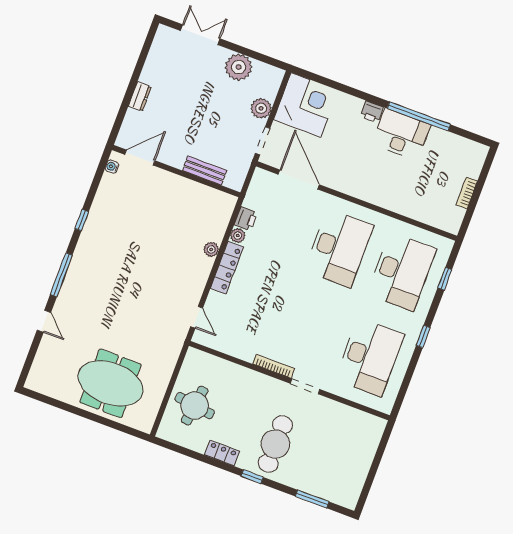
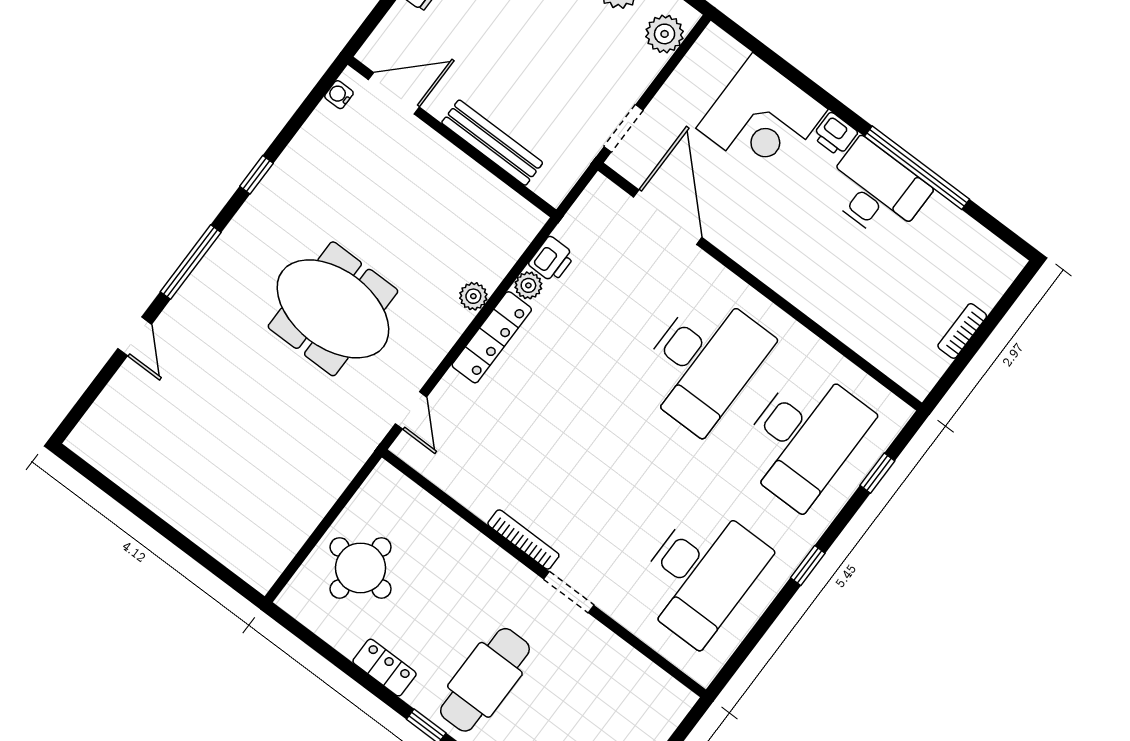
corner desk: (306, 105) -> (762, 119), moved, turned 90
plant: (261, 108) -> (665, 34), moved
bench: (205, 171) -> (492, 143), width x1.36
meeting table: (111, 383) -> (333, 309), moved

